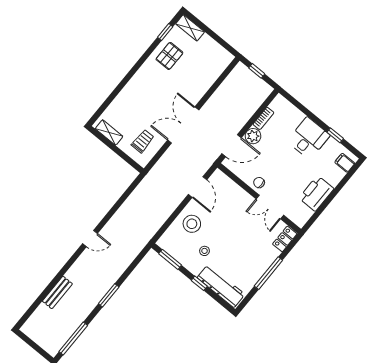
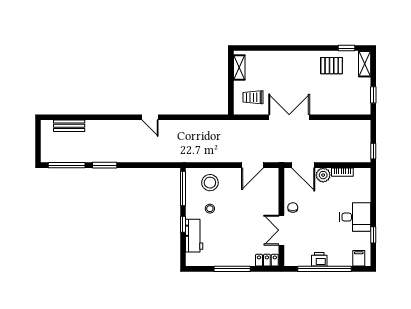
window: (221, 42) -> (373, 95), added
window: (257, 71) -> (373, 151), moved
trolley: (143, 141) -> (253, 97), turned 180
printer: (316, 193) -> (319, 259), width x0.53, depth x0.68
window: (330, 198) -> (324, 269), added
stool: (192, 224) -> (210, 183), moved
window: (170, 259) -> (183, 189), width x1.44
workbench: (221, 286) -> (194, 236), width x0.73
bench: (57, 292) -> (69, 126), moved
window: (109, 295) -> (105, 165), moved

